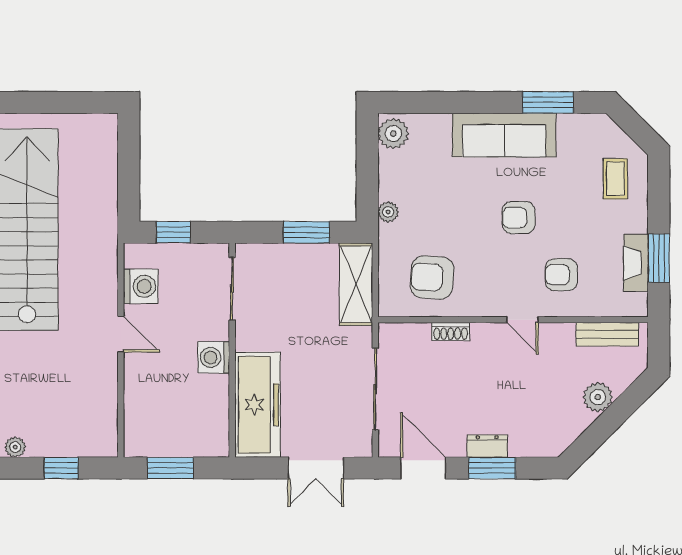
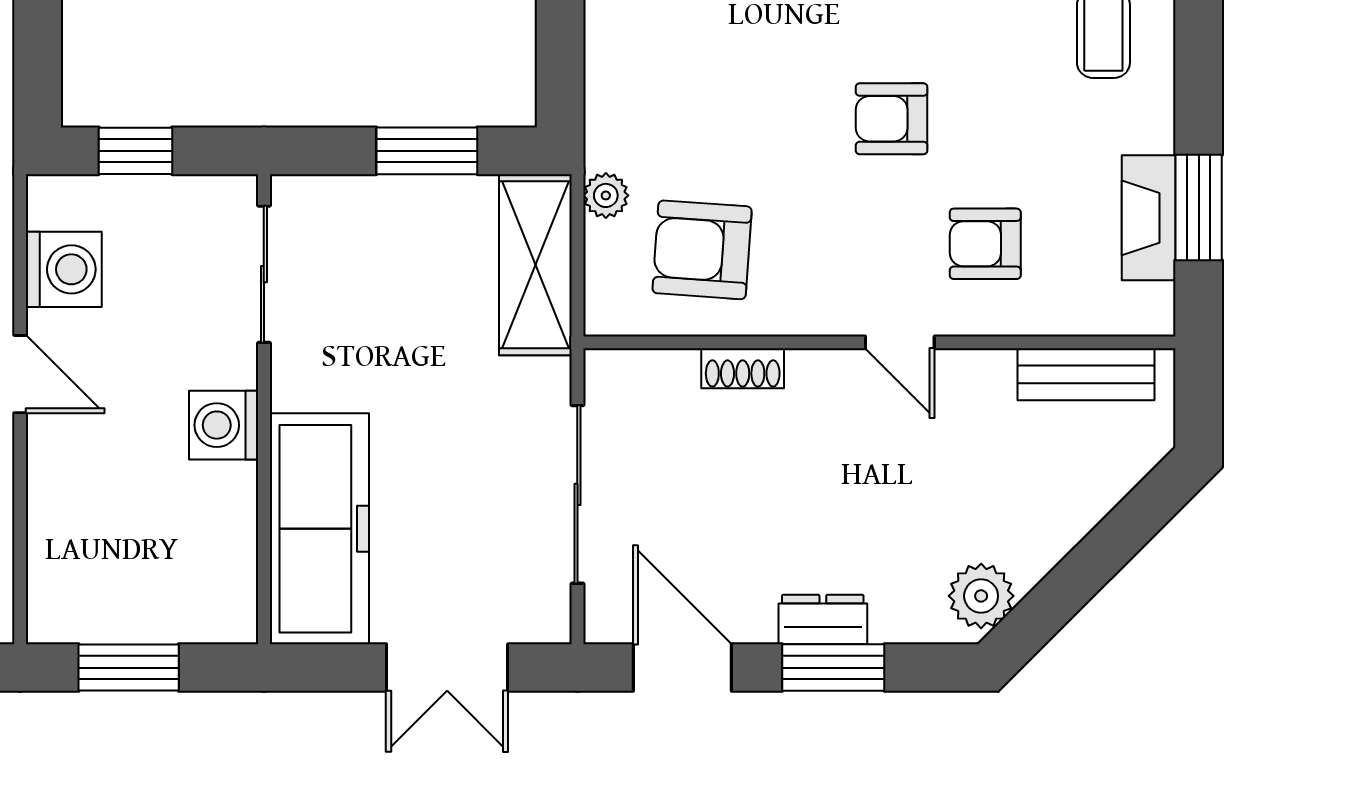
plant: (388, 212) -> (606, 195), moved
plant: (598, 397) -> (981, 596), moved

